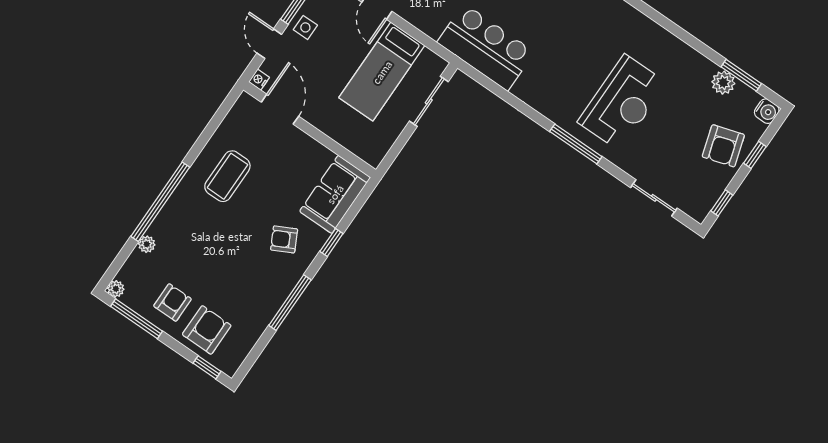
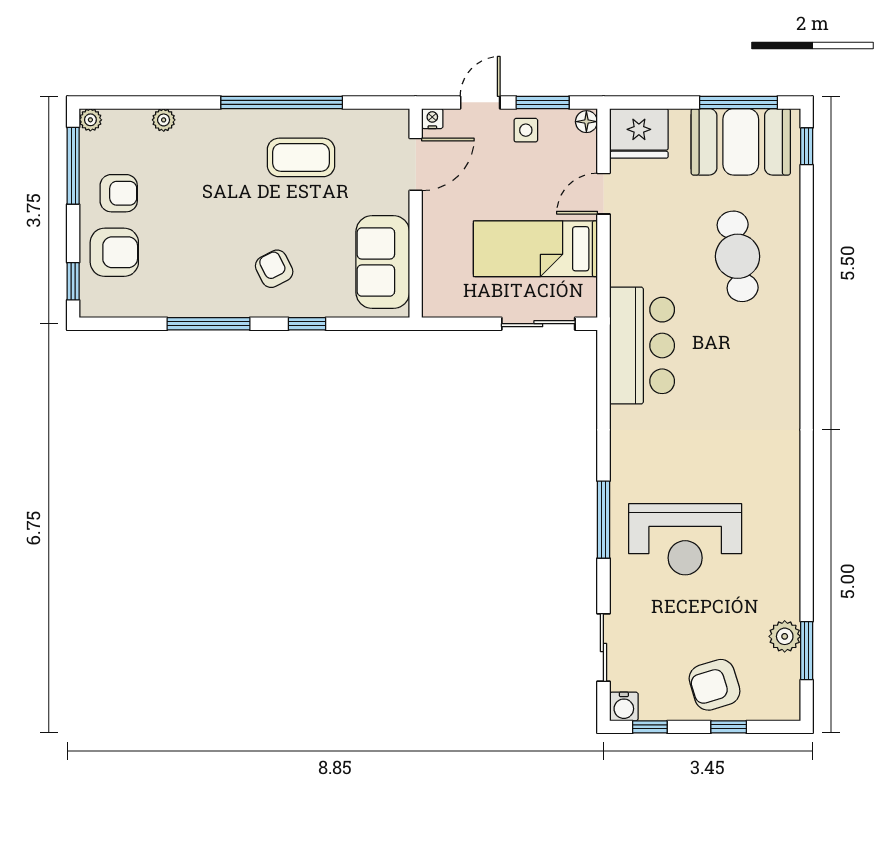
water cooler: (767, 111) -> (624, 706), moved
sofa: (335, 194) -> (383, 262), moved, turned -90
window: (160, 202) -> (282, 102), moved

